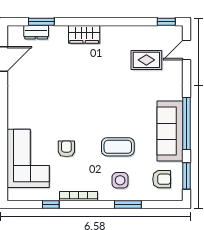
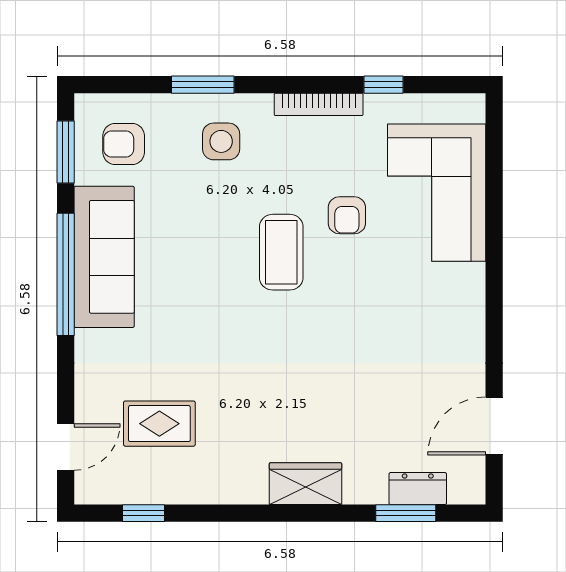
window: (166, 22) -> (144, 513), moved
coffee table: (118, 147) -> (281, 252), moved, turned 90

